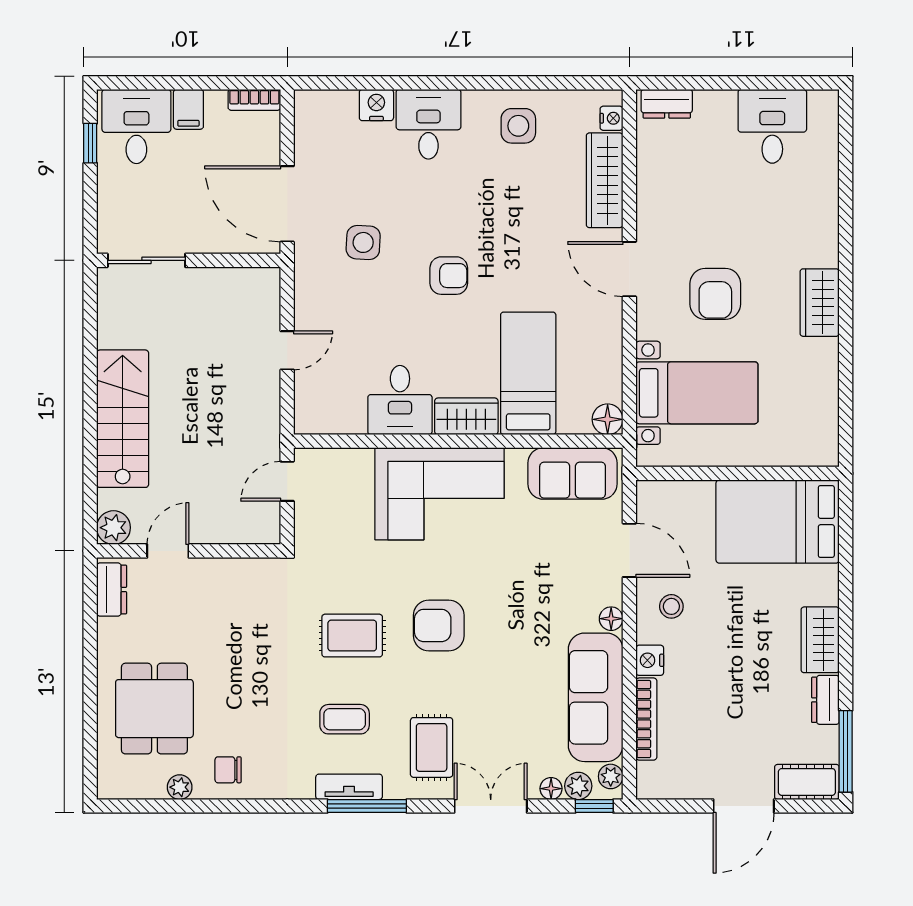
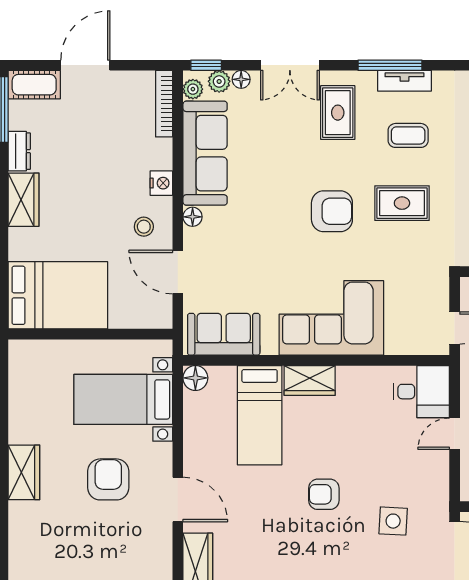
desk: (400, 400) -> (421, 392), moved, turned 90
bookcase: (646, 719) -> (164, 104), moved

